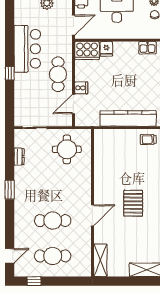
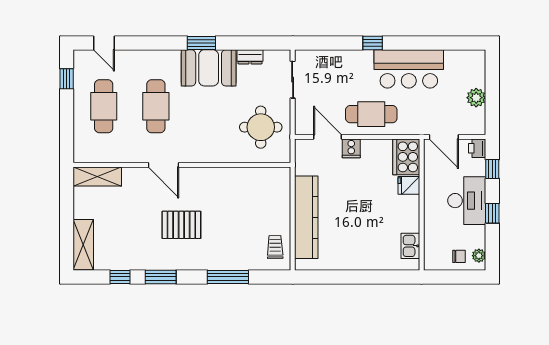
booth: (27, 185) -> (209, 68), added

